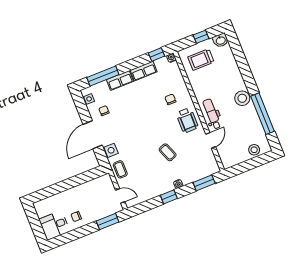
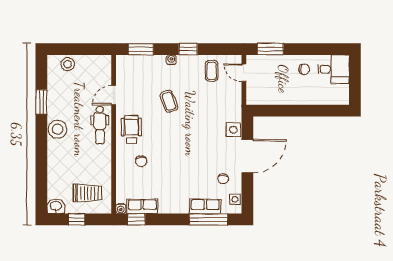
row of seats: (144, 71) -> (142, 206), moved
row of seats: (120, 80) -> (205, 206), moved
window: (262, 114) -> (41, 102), width x0.47
coffee table: (120, 169) -> (212, 71), moved

